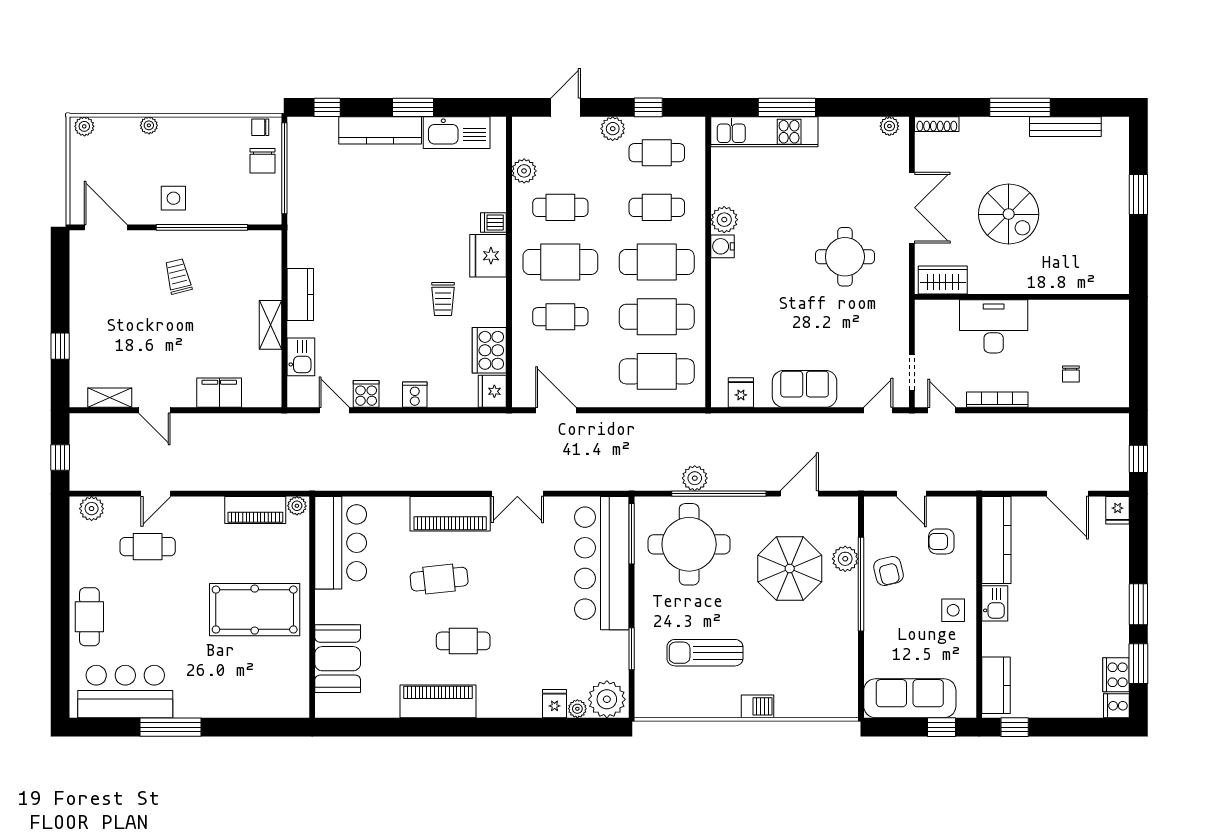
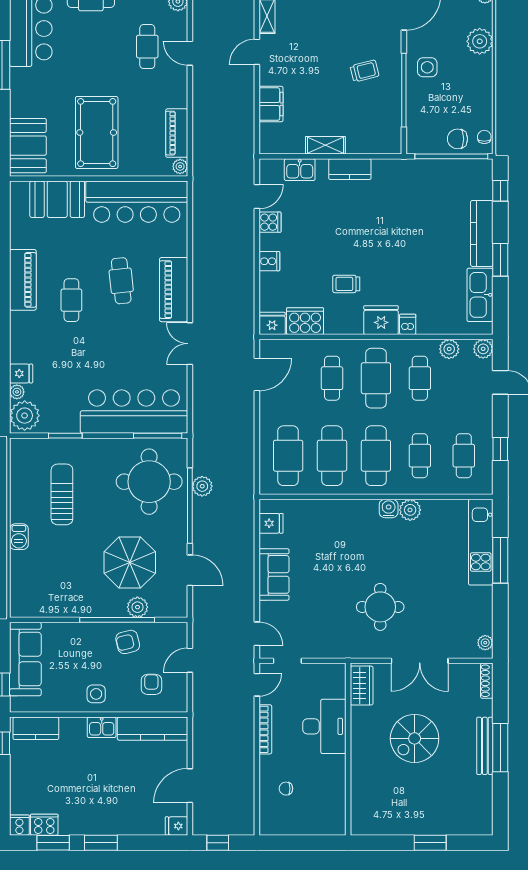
plant: (149, 125) -> (480, 41), width x1.88, depth x1.88
bench: (1065, 127) -> (485, 746), moved
plant: (613, 129) -> (483, 349), moved
bar counter: (341, 543) -> (137, 202), width x1.36
booth: (271, 695) -> (28, 146), added

